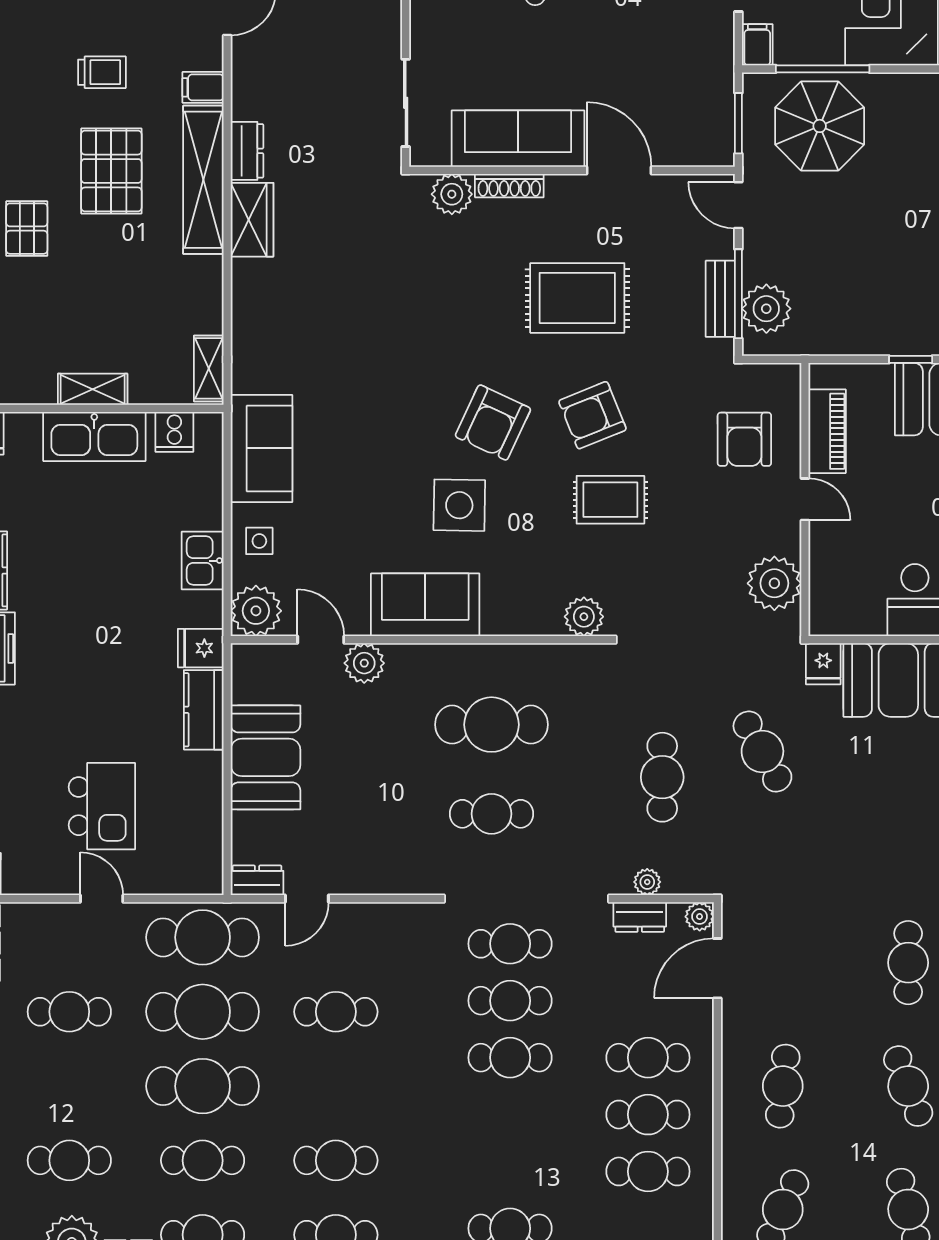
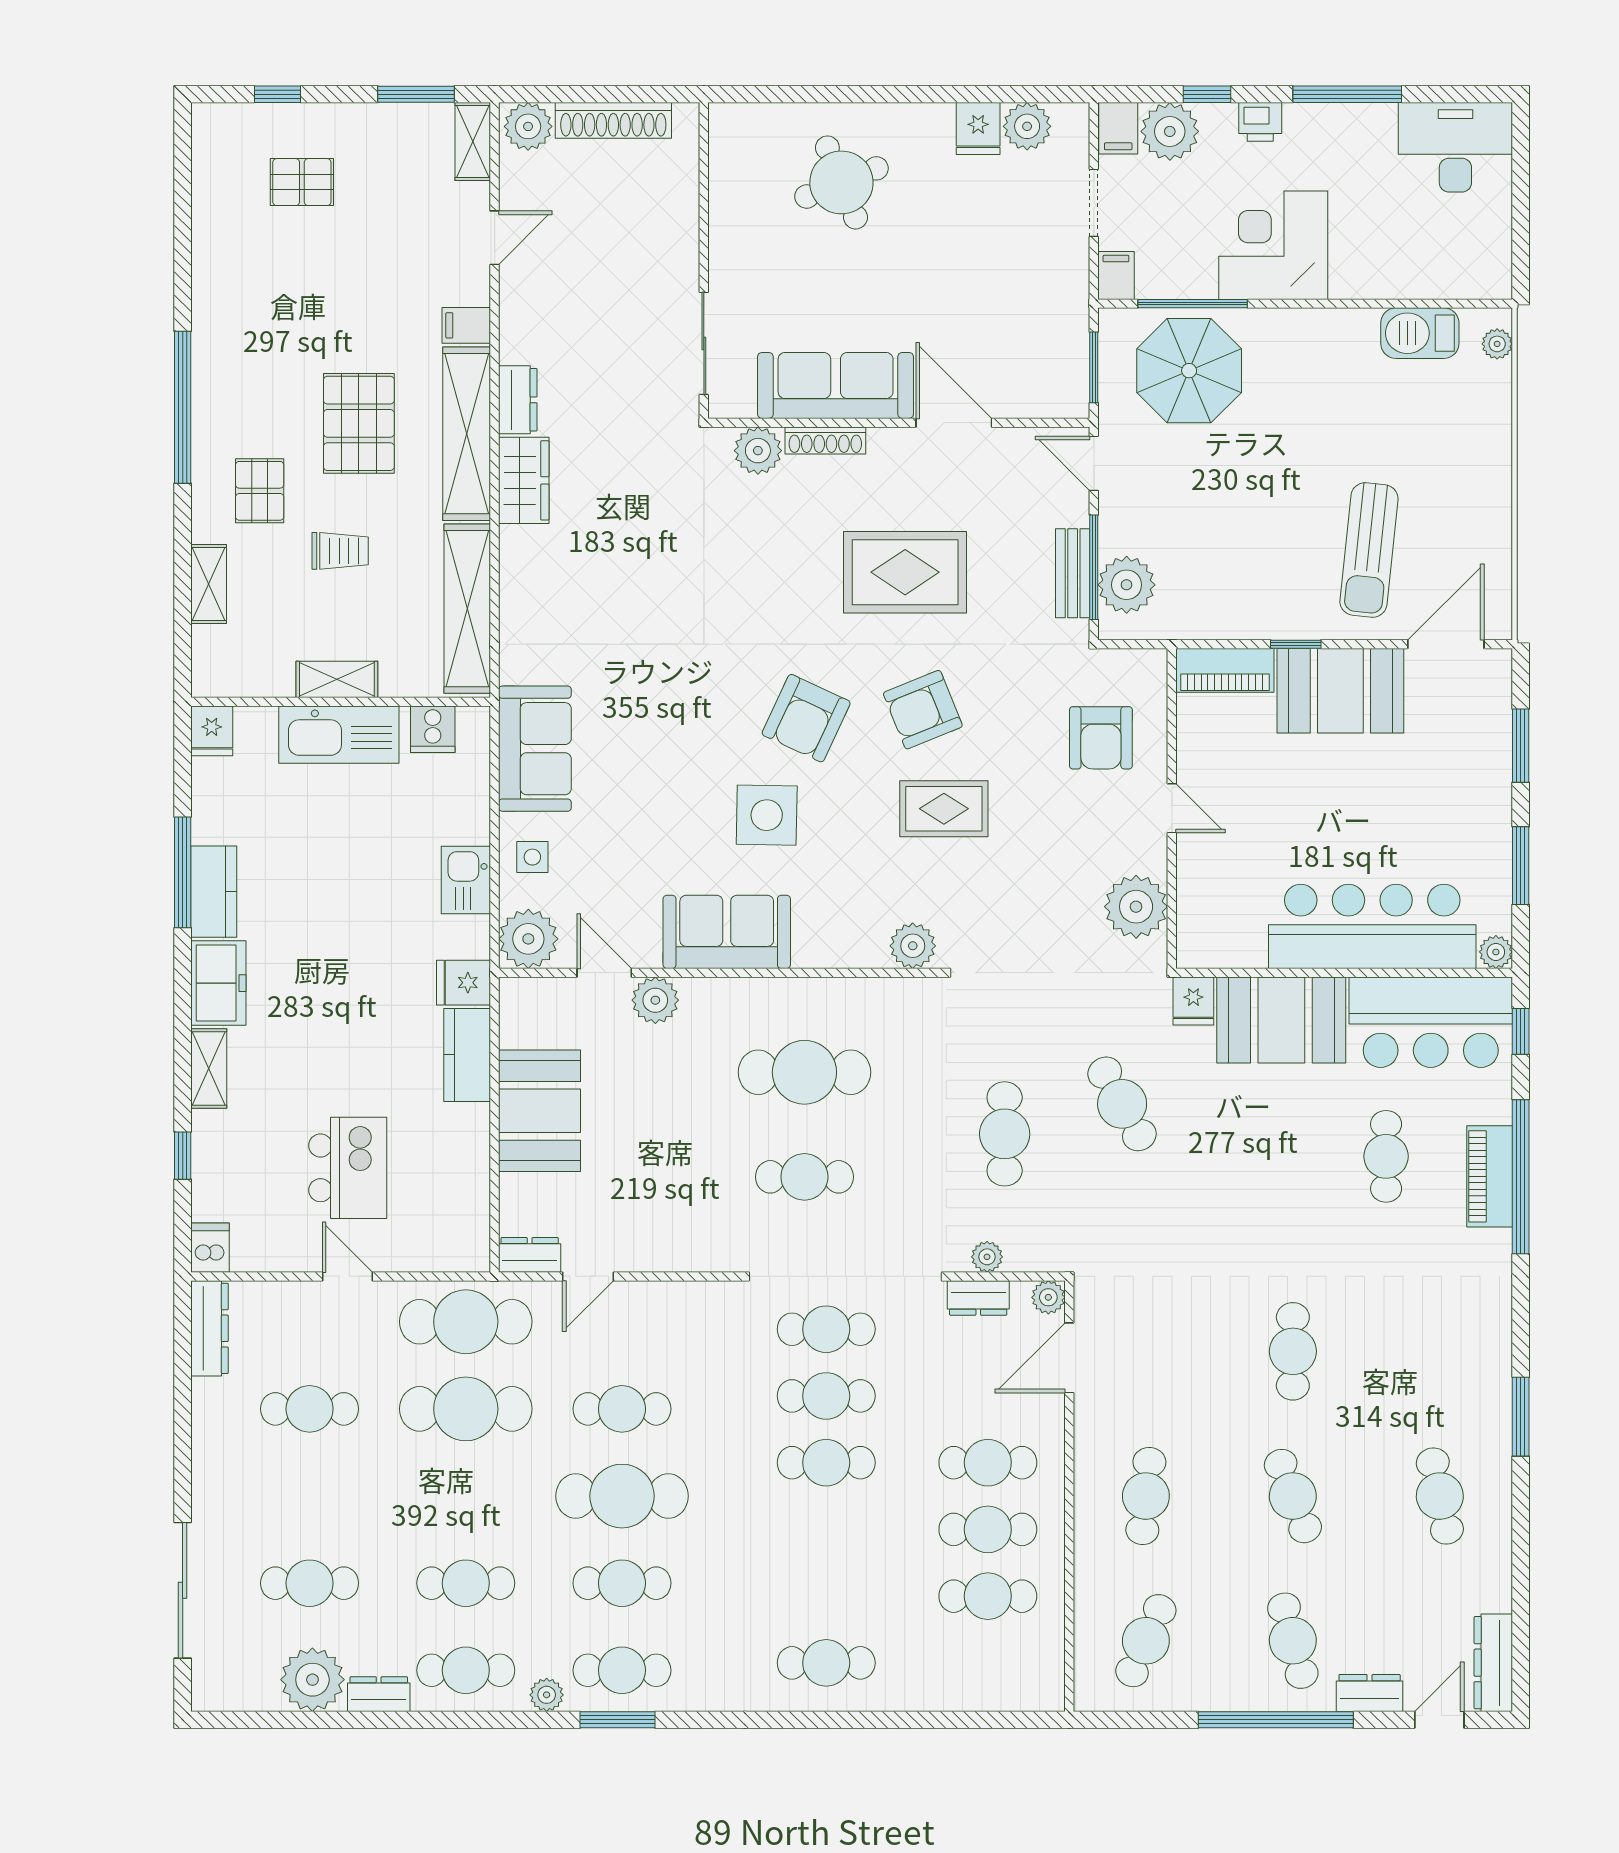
trolley: (102, 72) -> (340, 551), moved
shelving: (209, 368) -> (467, 609), width x2.20, depth x1.33
piano: (827, 431) -> (1225, 670), moved, turned 90
cafe table: (203, 1086) -> (622, 1496), moved

